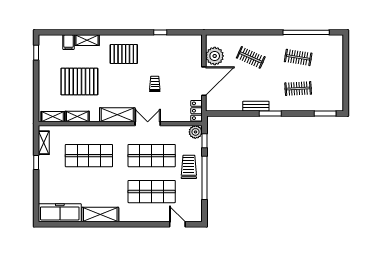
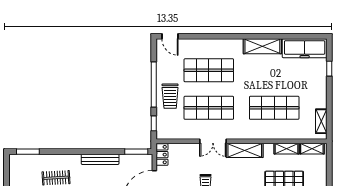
bench: (256, 106) -> (100, 159), width x1.36
window: (270, 114) -> (136, 152), moved
plant: (195, 132) -> (163, 132), removed
window: (36, 162) -> (329, 69), moved
door: (177, 224) -> (170, 36), moved

